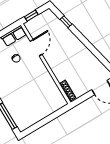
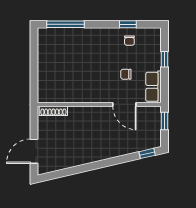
window: (66, 22) -> (147, 153), moved

